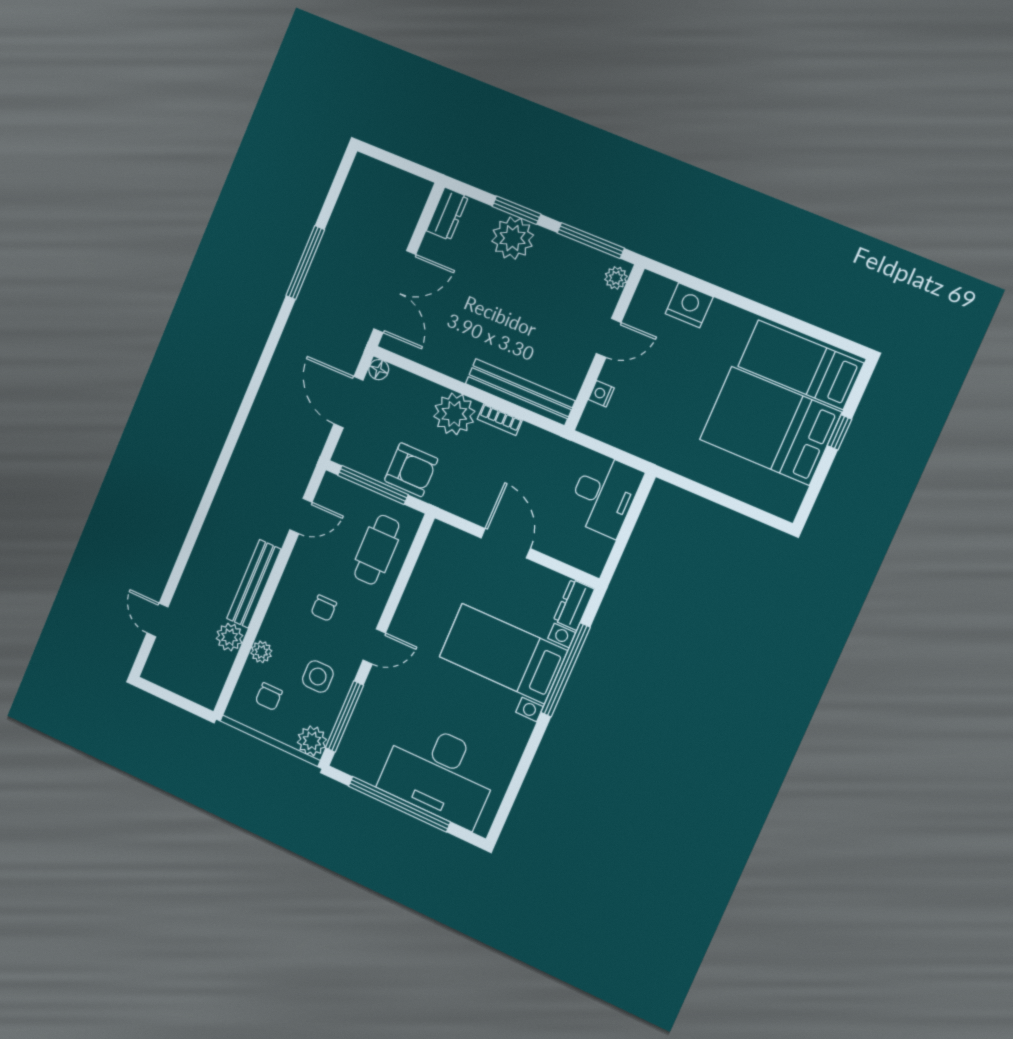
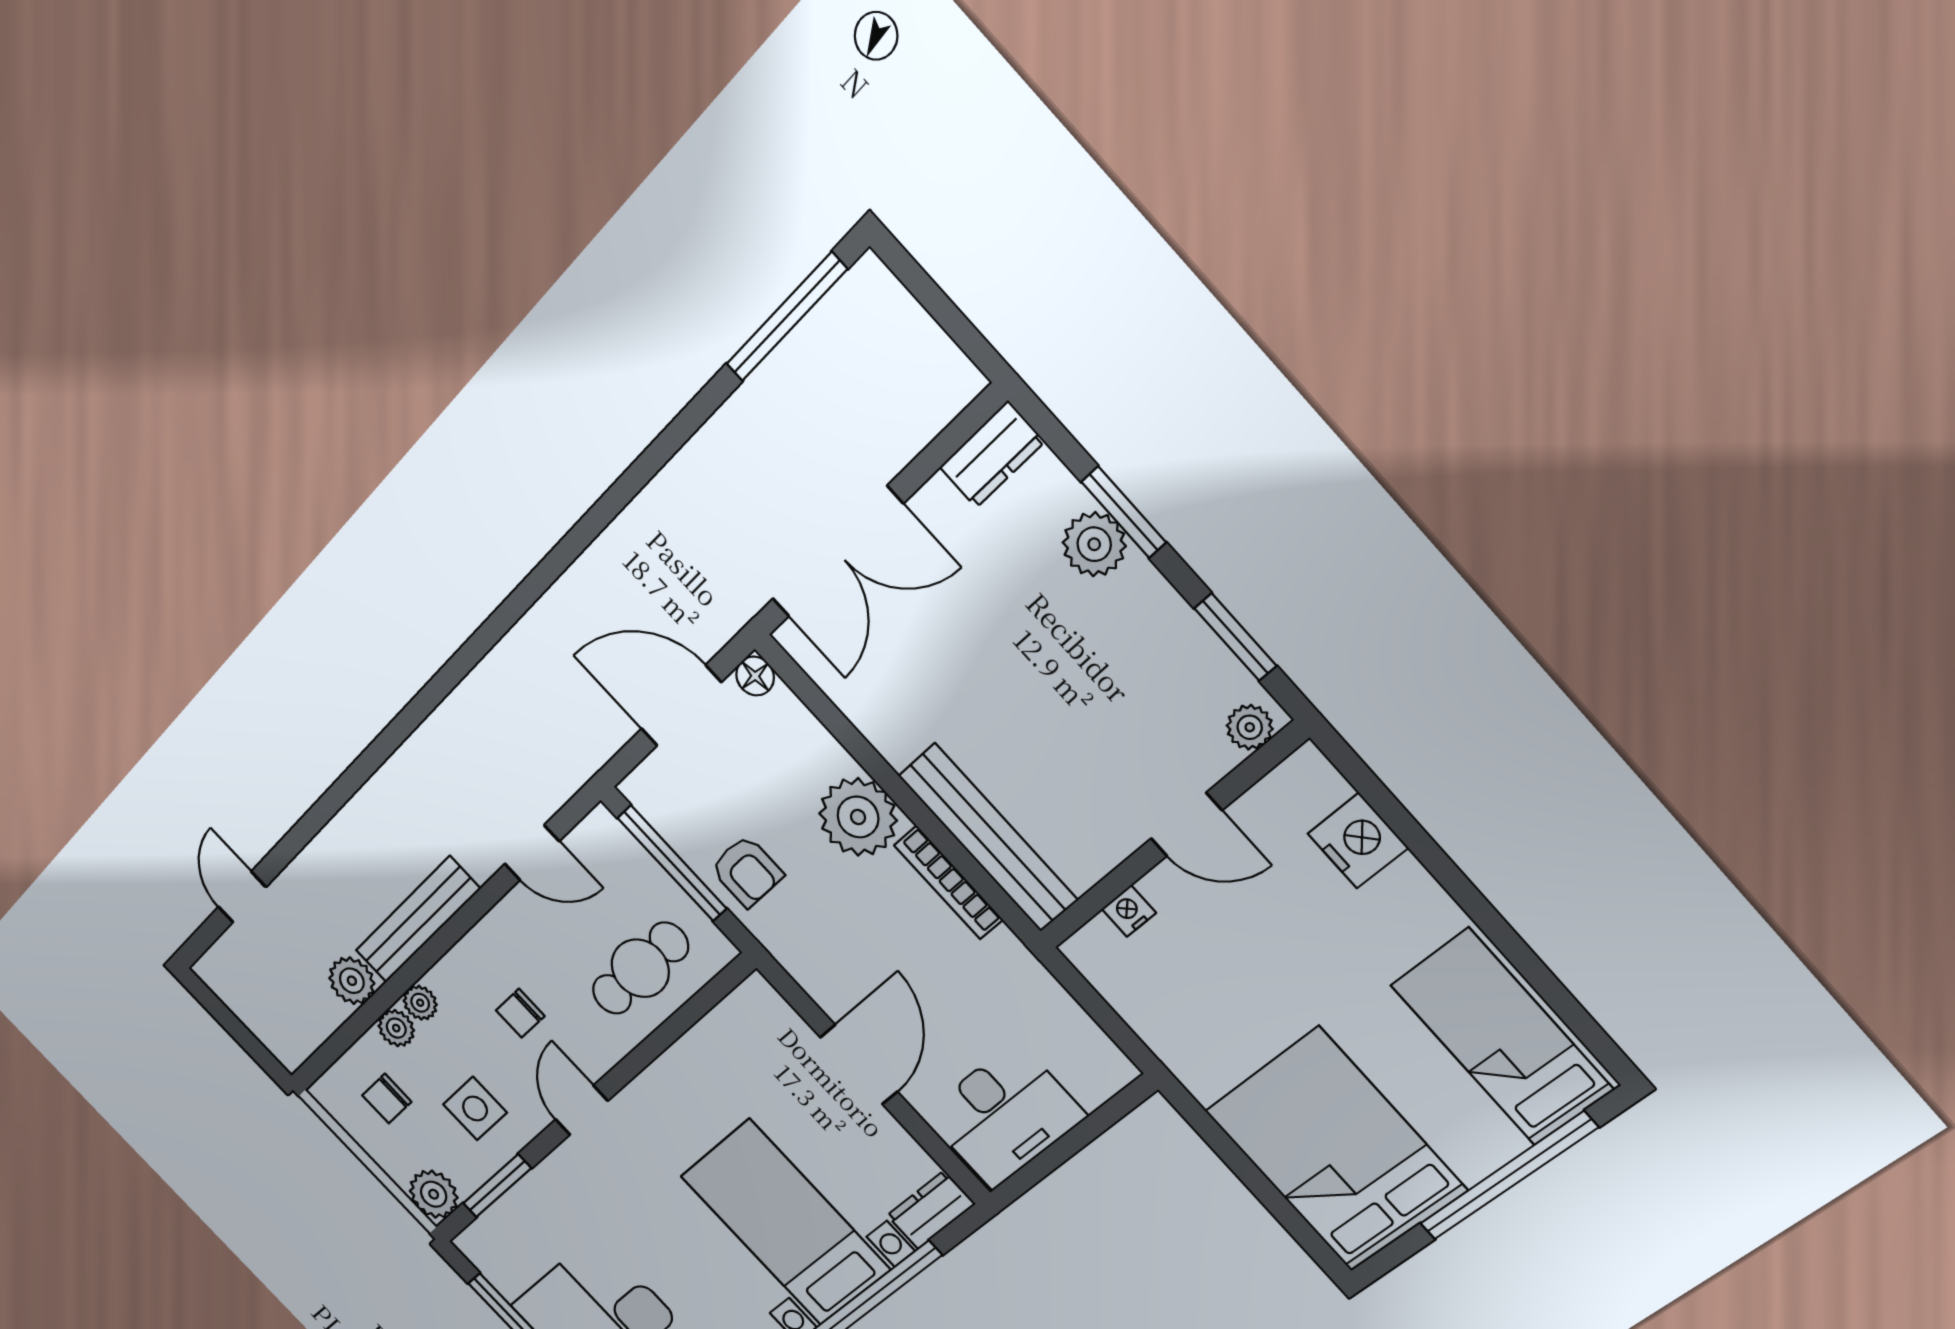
plant: (513, 238) -> (1094, 544), width x0.73, depth x0.73
window: (591, 241) -> (1235, 637), width x0.69
window: (305, 263) -> (786, 317), moved
door: (349, 402) -> (681, 706), hinge flipped
bookcase: (500, 420) -> (948, 883), width x1.56
bed: (770, 426) -> (1335, 1150), moved
window: (840, 432) -> (1508, 1176), width x3.17
armchair: (411, 470) -> (747, 871), width x0.72, depth x0.72
desk: (604, 495) -> (1004, 1115), moved
plant: (270, 630) -> (420, 1003), added
door: (374, 646) -> (582, 1110), swing flipped
window: (344, 717) -> (497, 1186), width x0.69

